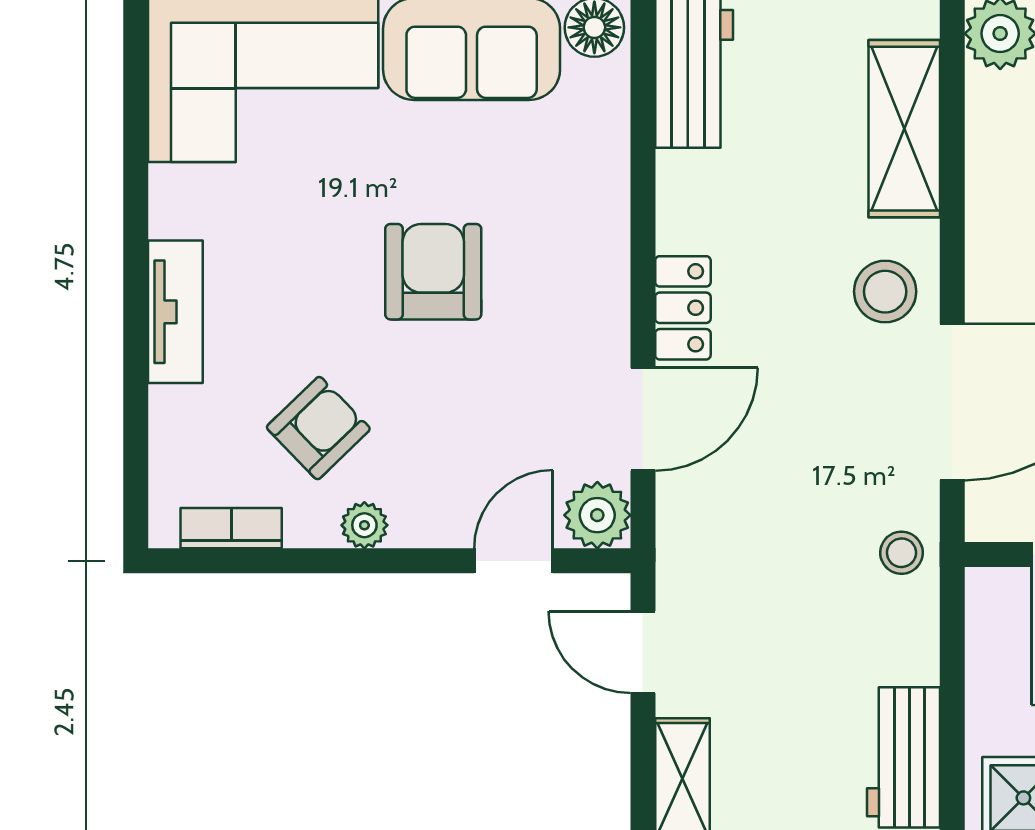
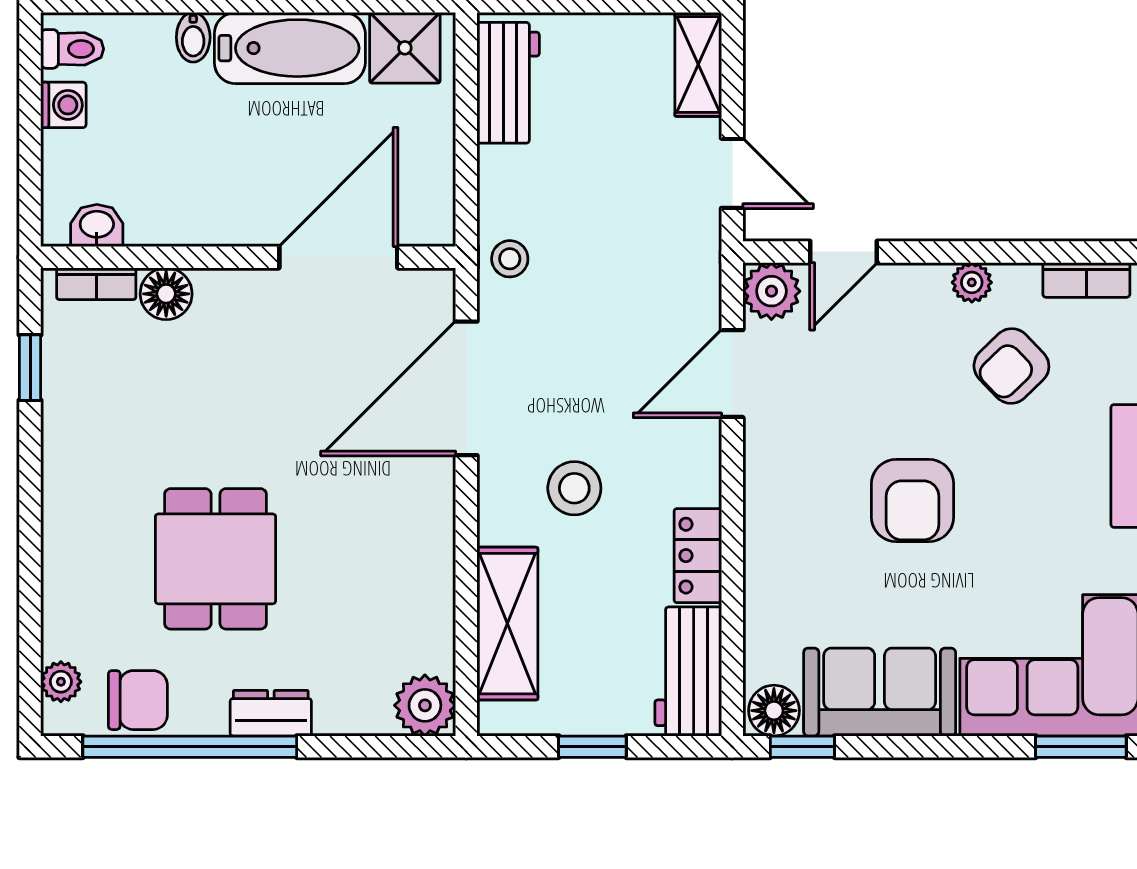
stool: (885, 292) -> (574, 488), moved
locker: (683, 308) -> (698, 556), moved

